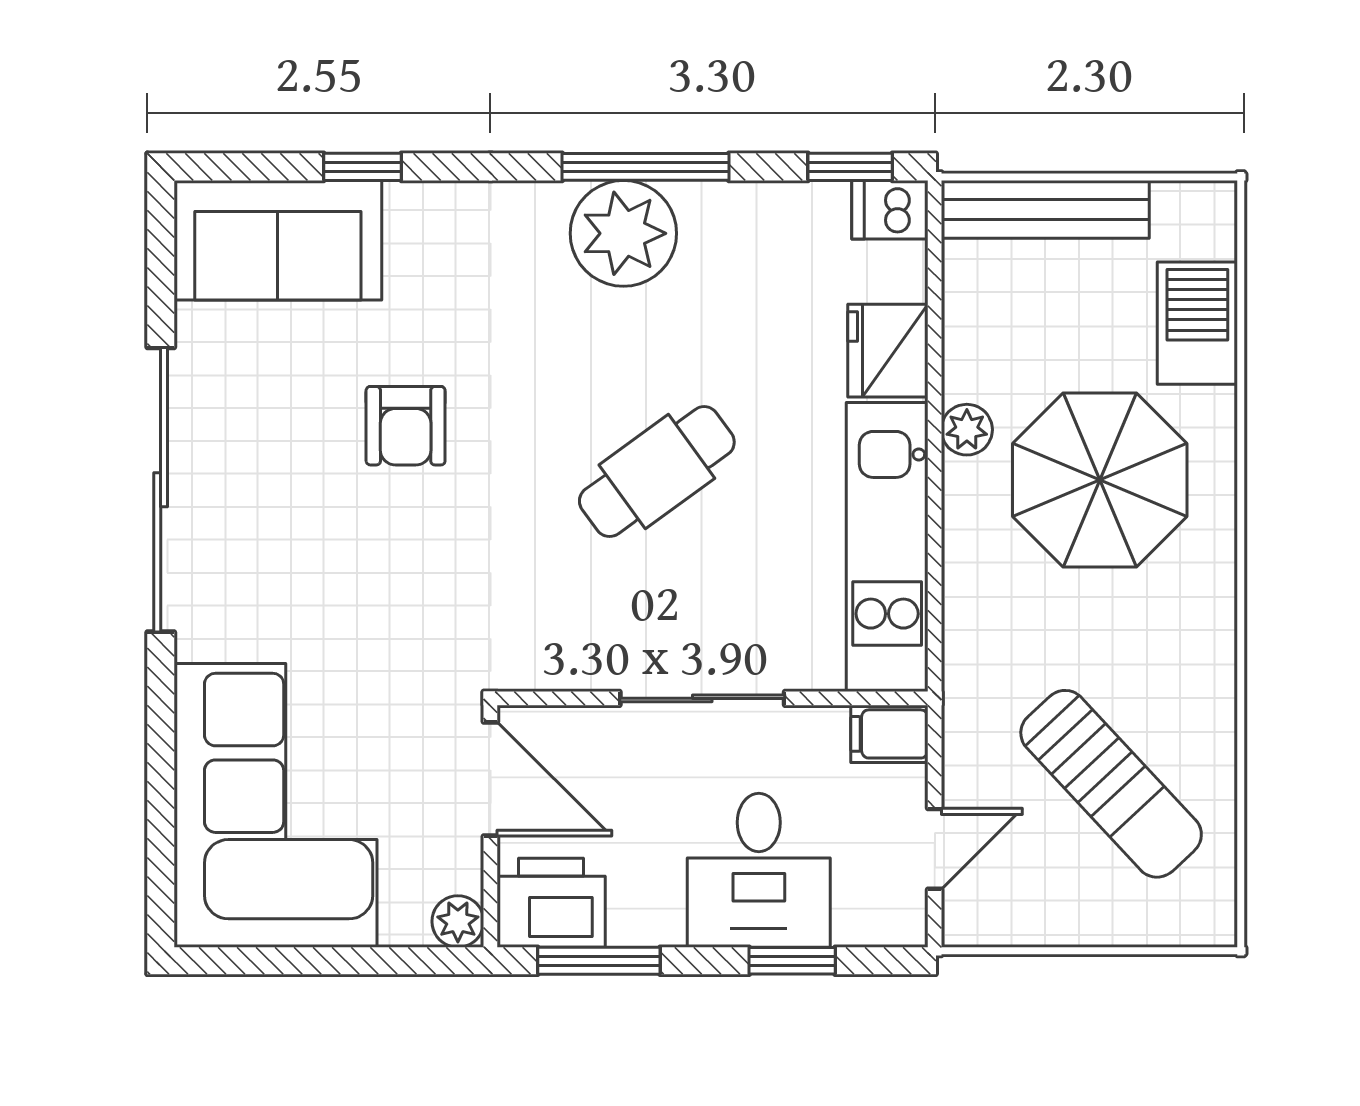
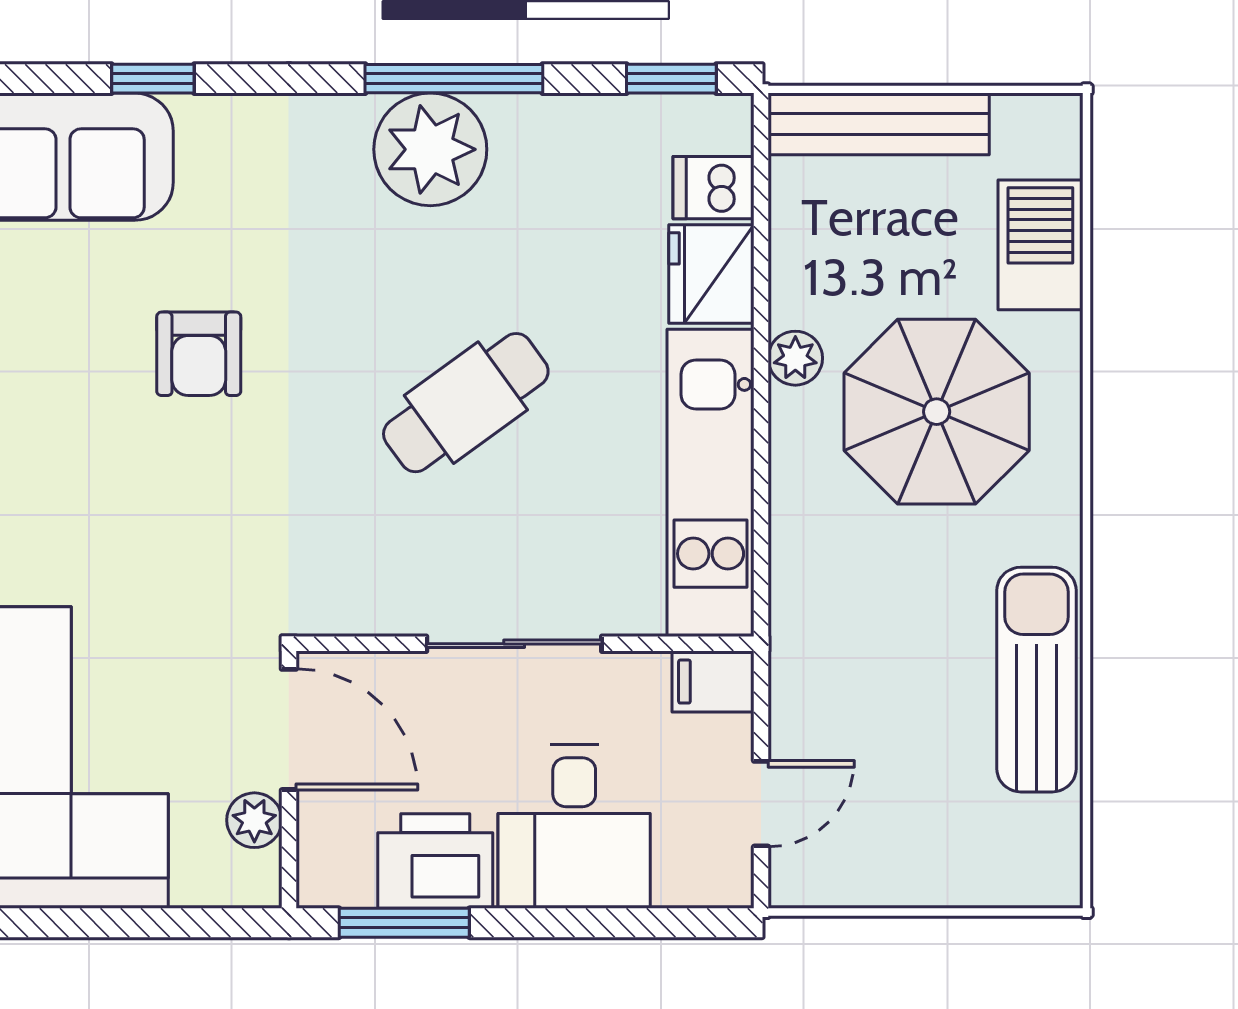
dishwasher: (890, 210) -> (714, 188), moved
sun lounger: (1111, 784) -> (1036, 680), moved, turned -137
printer: (551, 903) -> (435, 861), moved
plant: (458, 921) -> (254, 820), moved
window: (792, 961) -> (610, 923), removed

